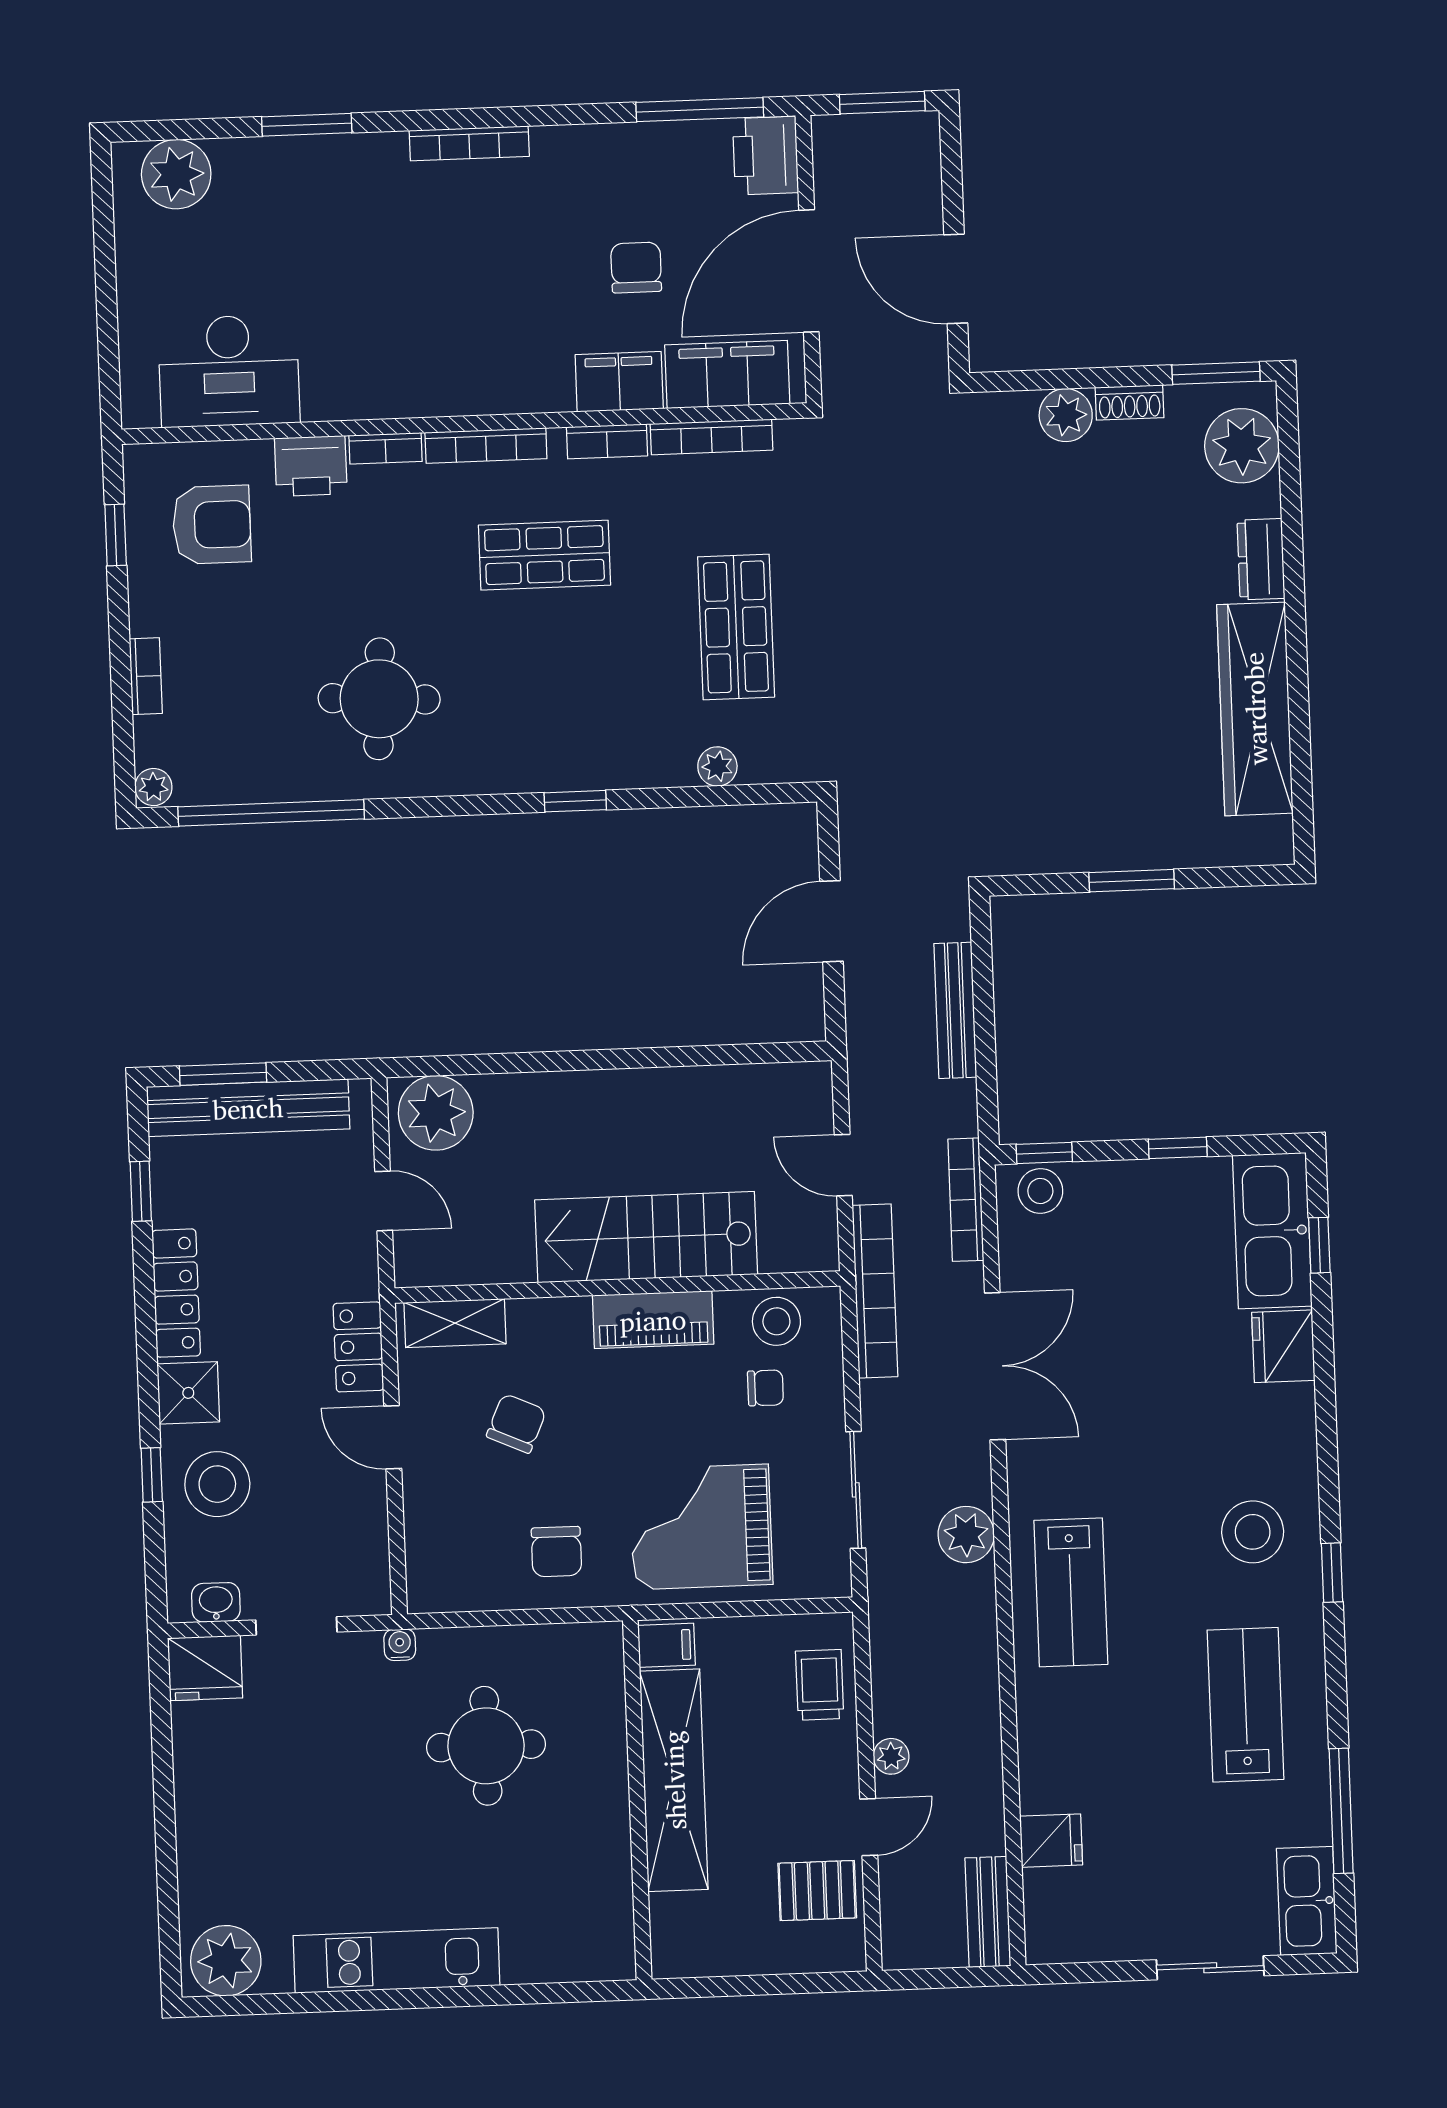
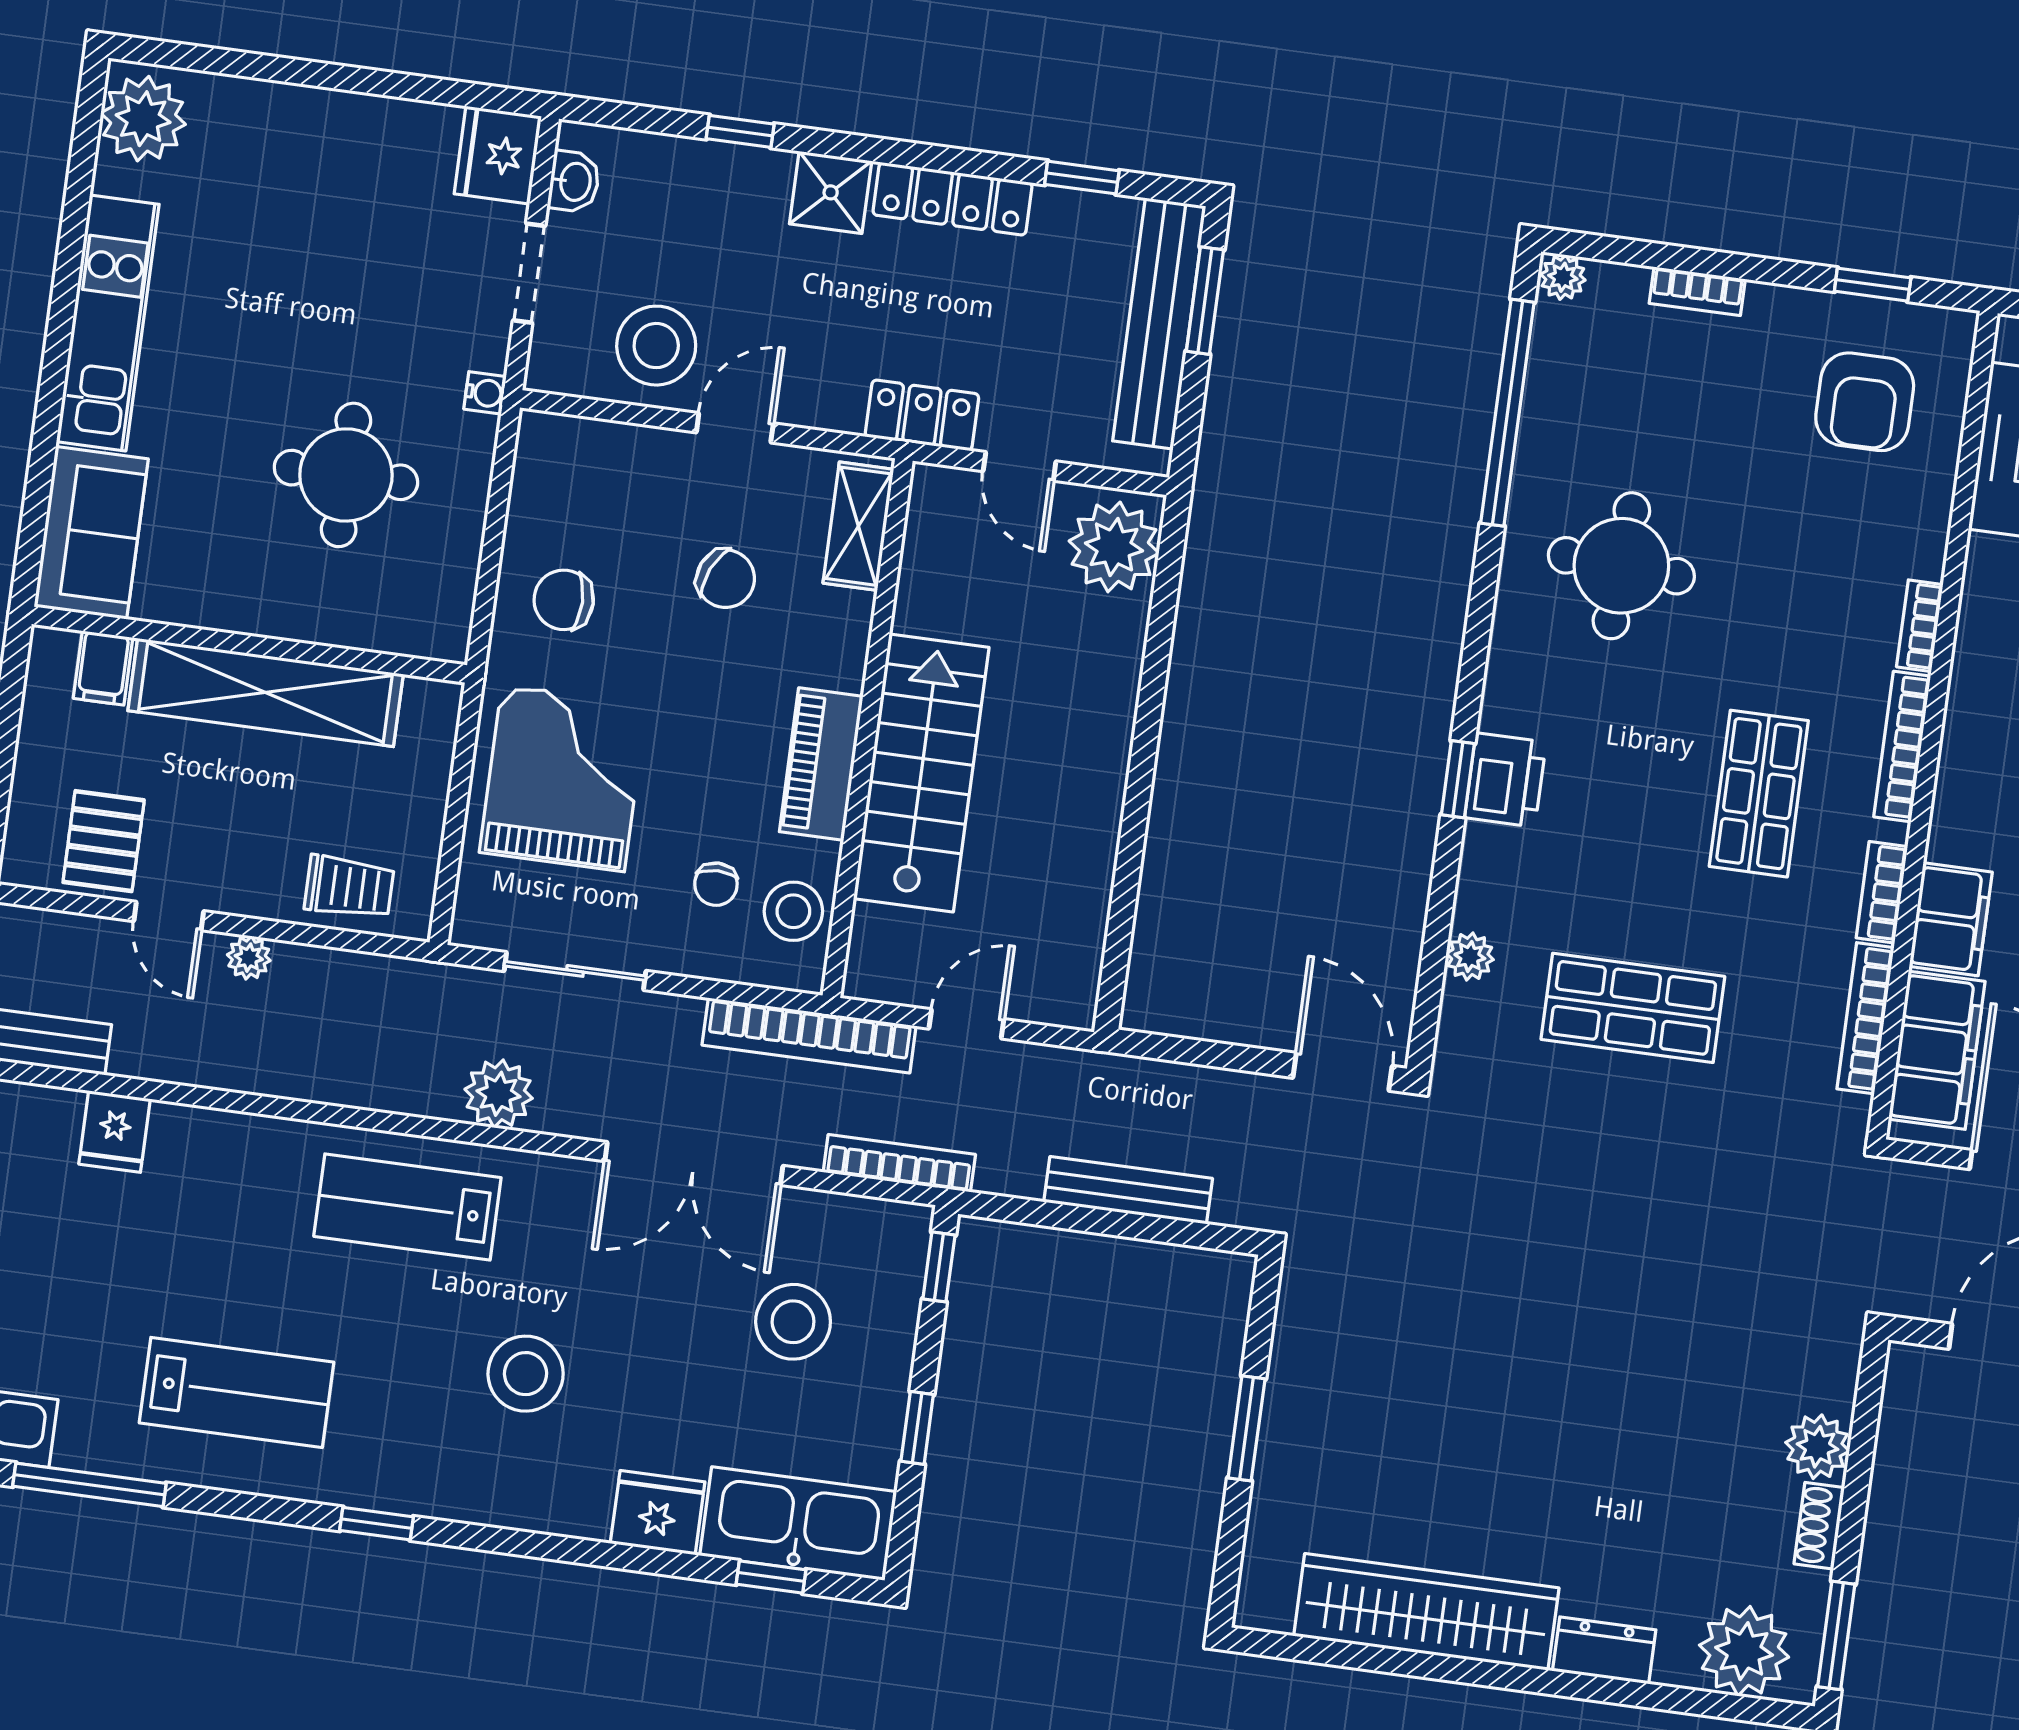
printer: (311, 466) -> (1505, 780), moved, turned 180
door: (832, 921) -> (1343, 1072), moved
stool: (1040, 1191) -> (793, 1322), moved, width x1.38, depth x1.38
door: (384, 1201) -> (1020, 466), hinge flipped
locker: (358, 1347) -> (922, 415), moved
stool: (217, 1484) -> (656, 346), moved
stool: (1253, 1532) -> (526, 1374), moved
filing cabinet: (666, 1645) -> (103, 668), moved
sofa: (569, 1944) -> (91, 533), added

